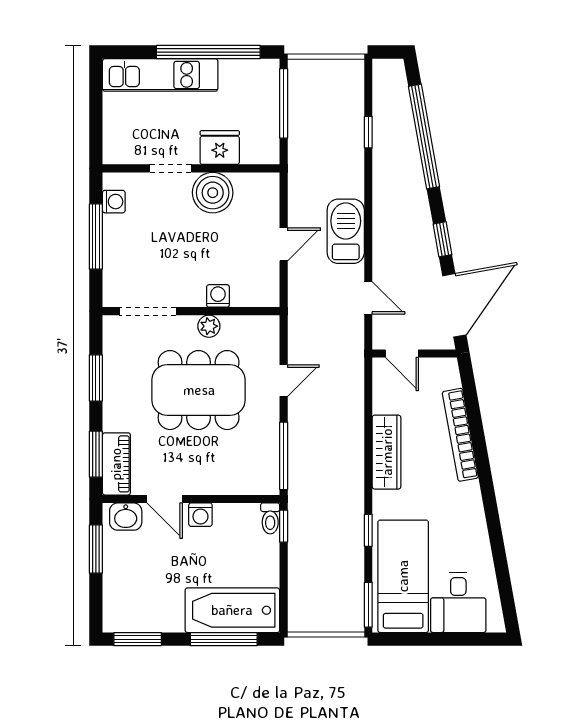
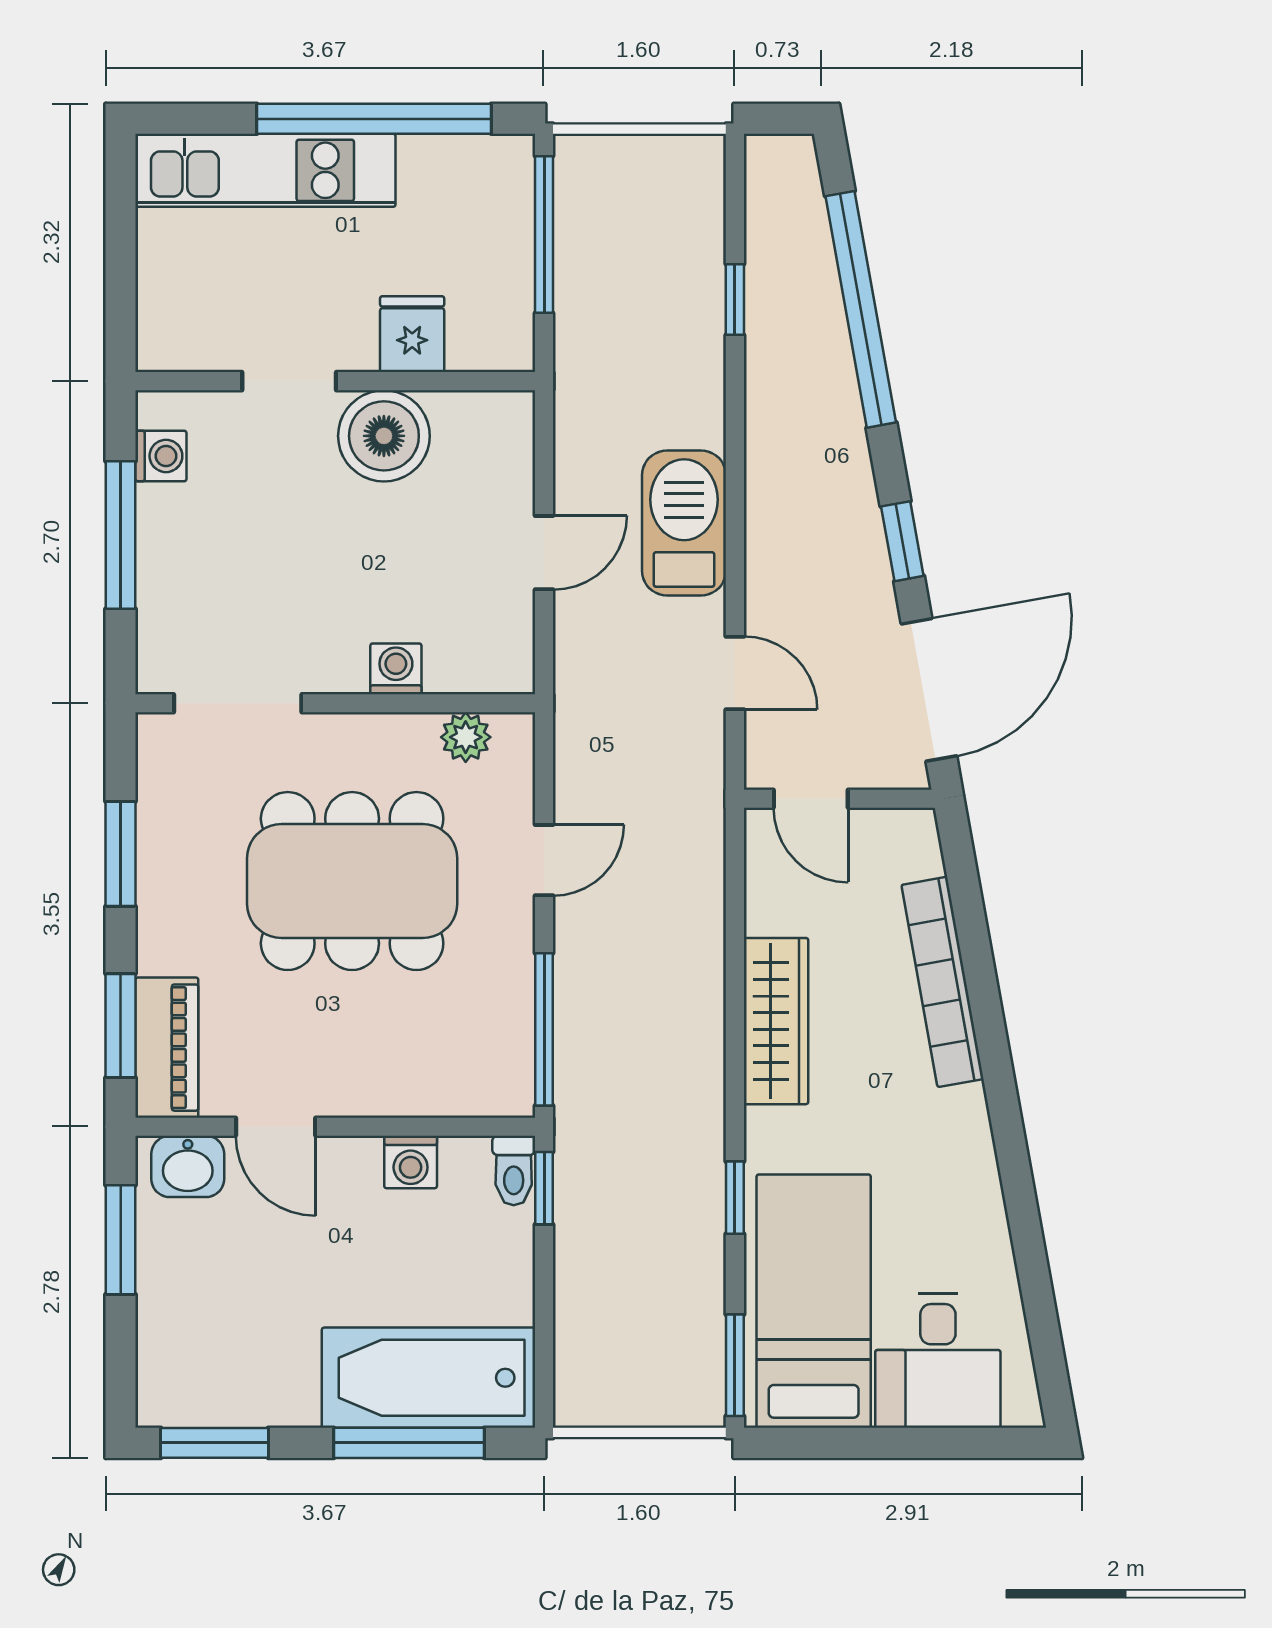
fridge: (220, 148) -> (412, 334), width x0.72
plant: (209, 326) -> (466, 737), moved
washing machine: (200, 515) -> (411, 1162), moved

